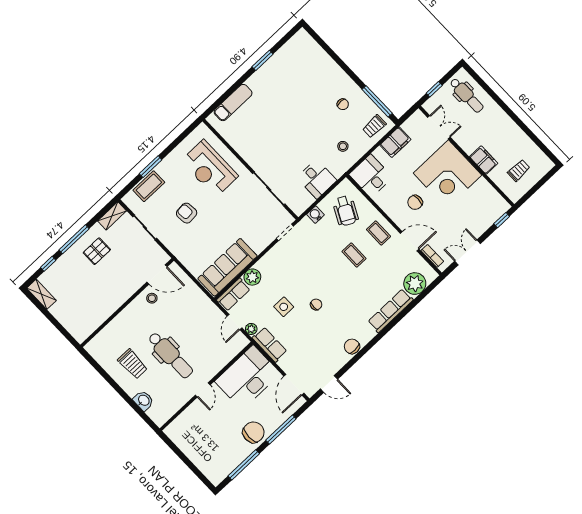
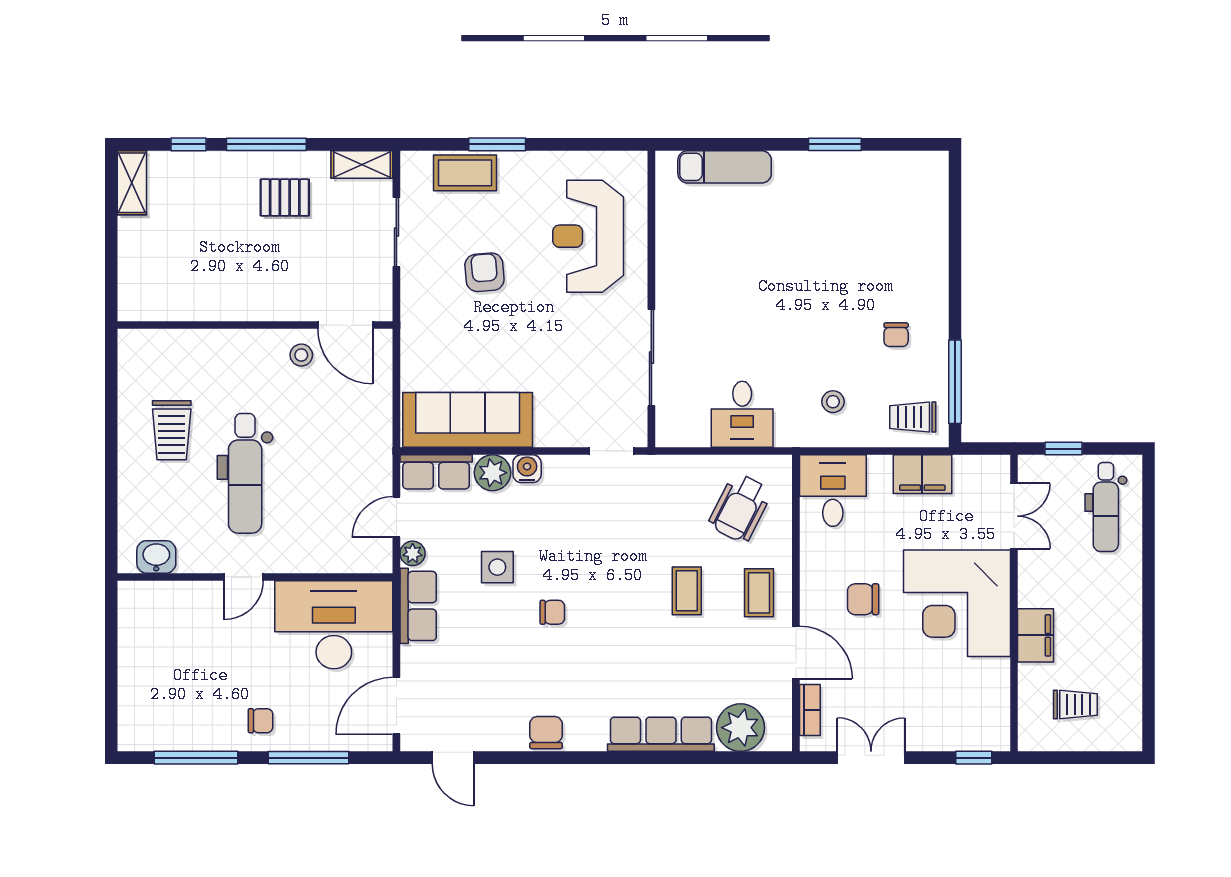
water cooler: (315, 215) -> (527, 469), moved
washbasin: (143, 401) -> (156, 557), moved, turned -90
chair: (253, 432) -> (261, 721), width x0.54, depth x0.54

